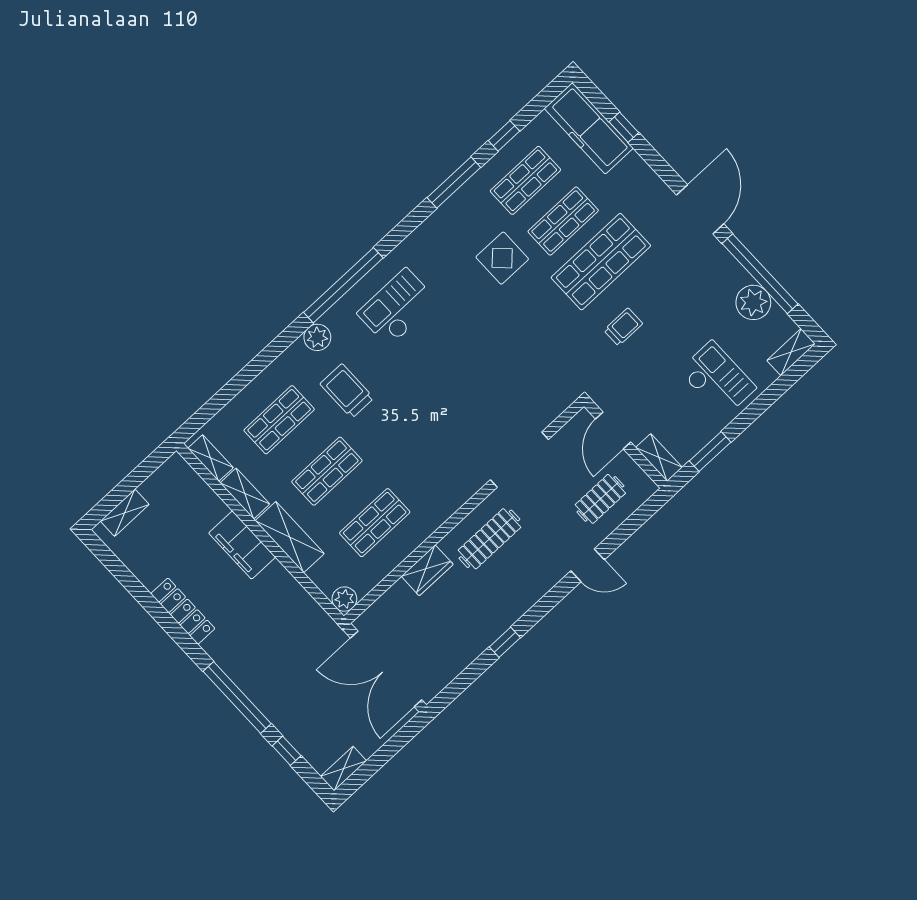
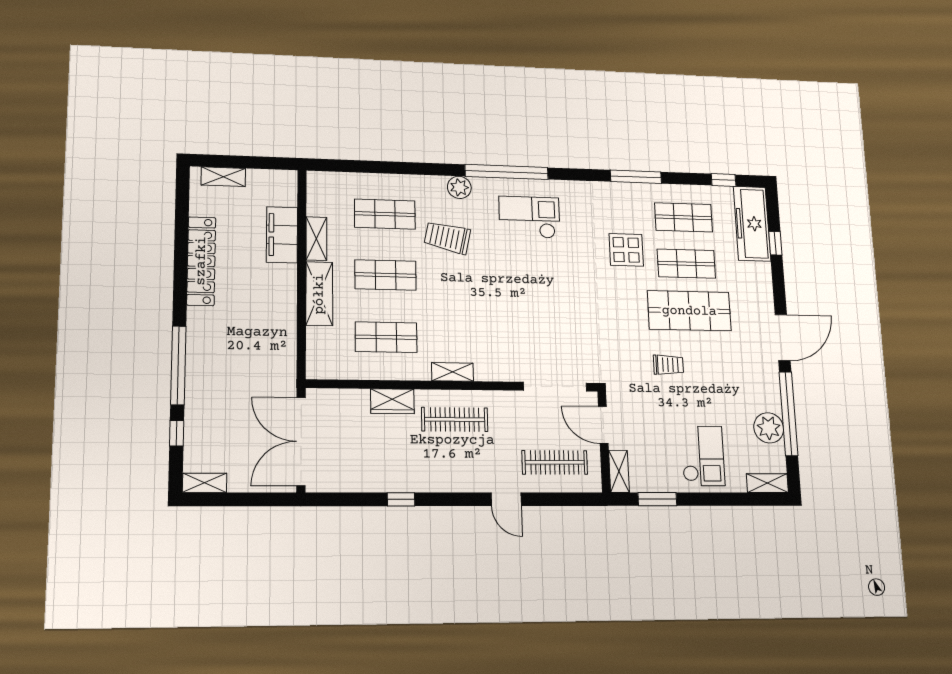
window: (504, 136) -> (724, 180), moved
trolley: (347, 391) -> (447, 237), turned -78
door: (613, 430) -> (603, 425), hinge flipped
shelving: (211, 458) -> (452, 372), moved, turned 90
doorway: (519, 460) -> (555, 387), moved
clothes rail: (600, 499) -> (555, 462), width x1.36
filing cabinet: (242, 545) -> (282, 235), moved
plant: (344, 599) -> (317, 368), removed
locker: (183, 611) -> (201, 261), width x1.41, depth x1.21

